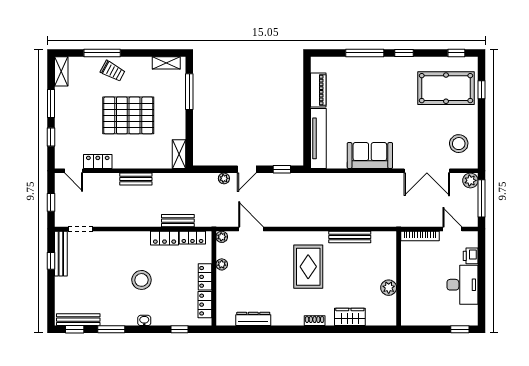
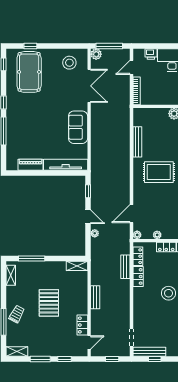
pallet: (128, 115) -> (49, 303), width x0.73, depth x0.71

